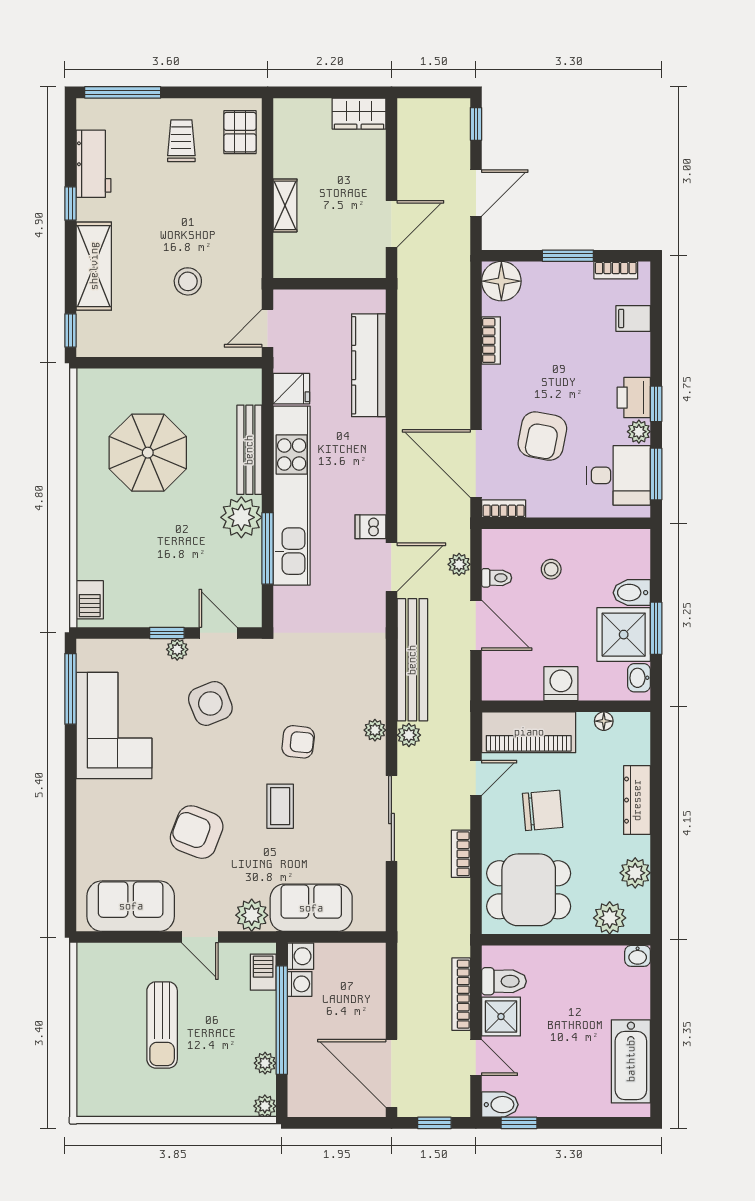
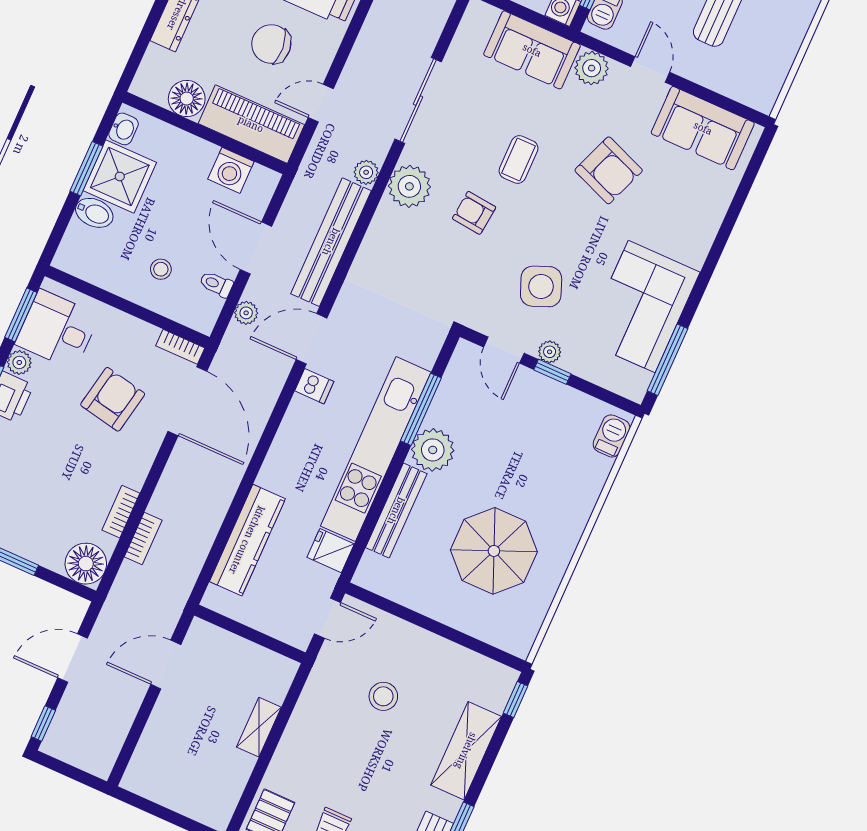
wardrobe: (359, 114) -> (150, 783), removed
washing machine: (561, 684) -> (231, 170), moved
floor lamp: (604, 721) -> (187, 99), width x1.89, depth x1.89
plant: (375, 730) -> (409, 186), width x1.87, depth x1.87
bookcase: (461, 854) -> (143, 539), moved

